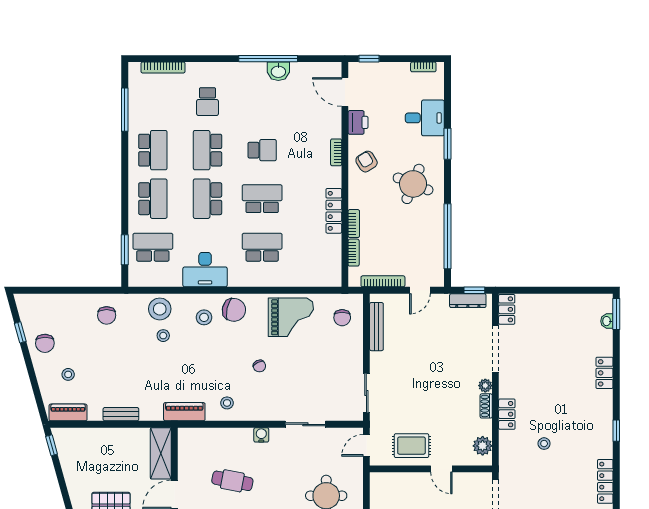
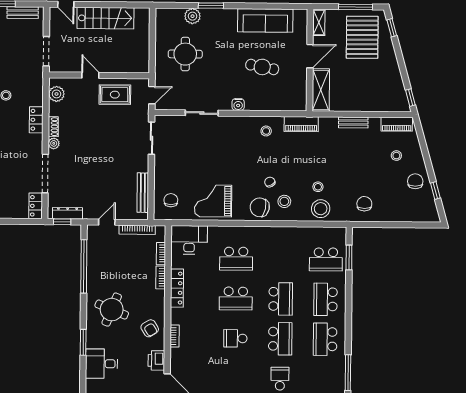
desk: (205, 270) -> (189, 240), moved
chair: (259, 366) -> (270, 182), moved

